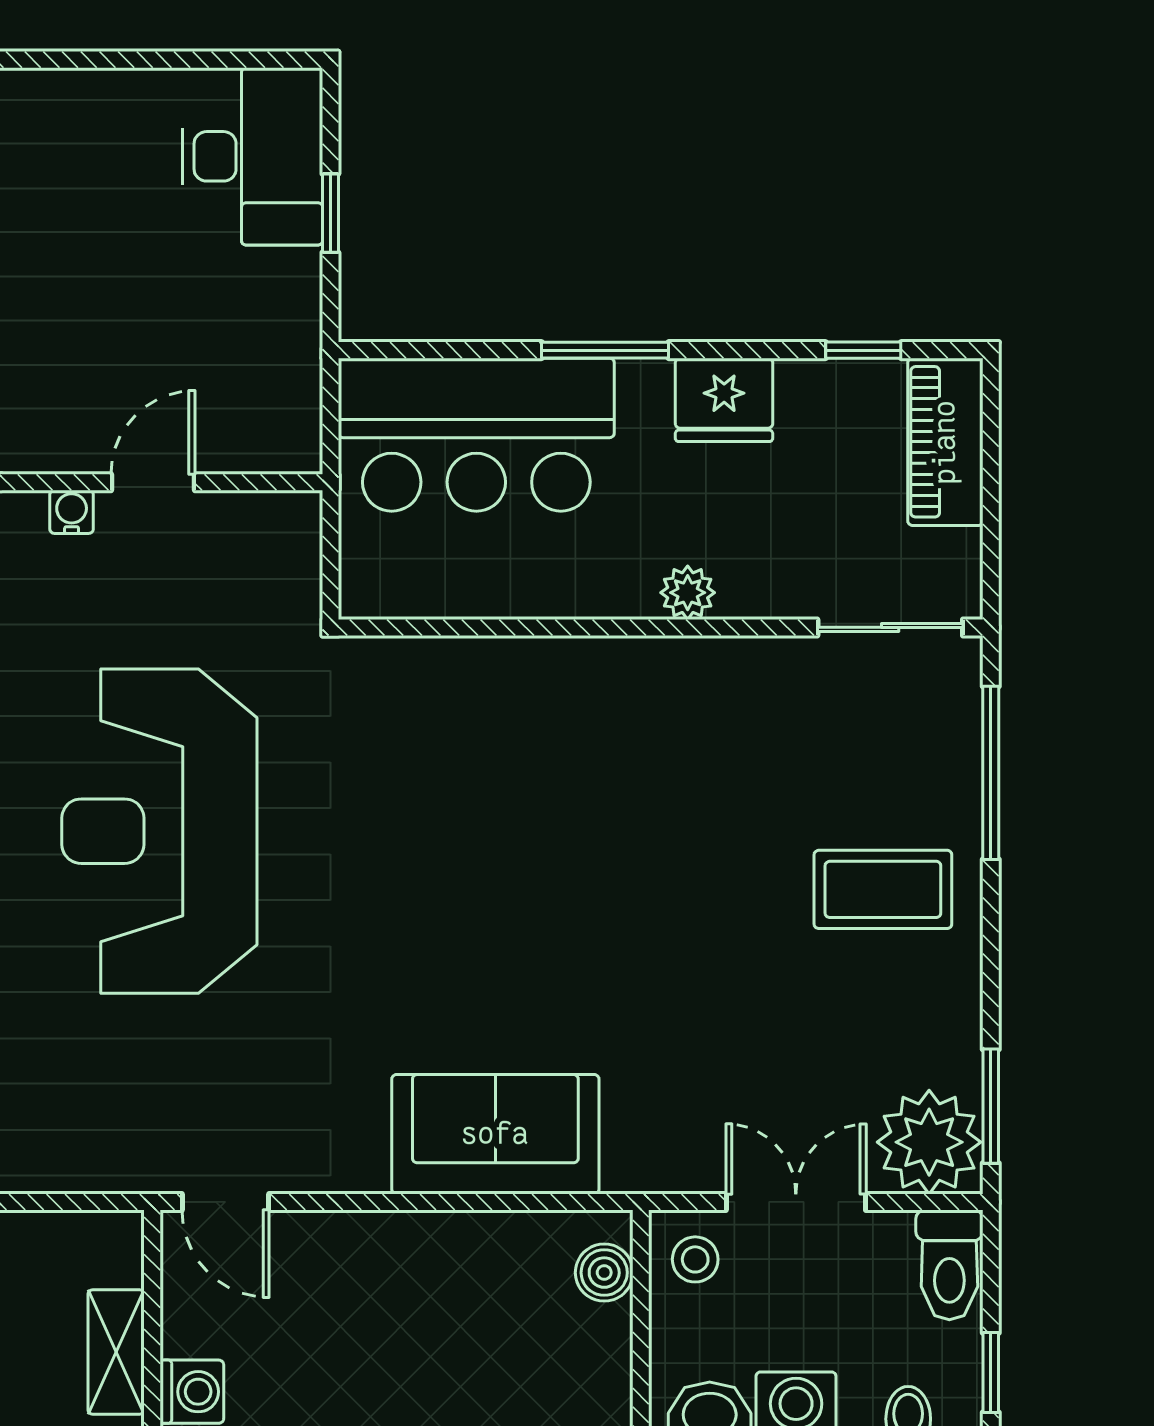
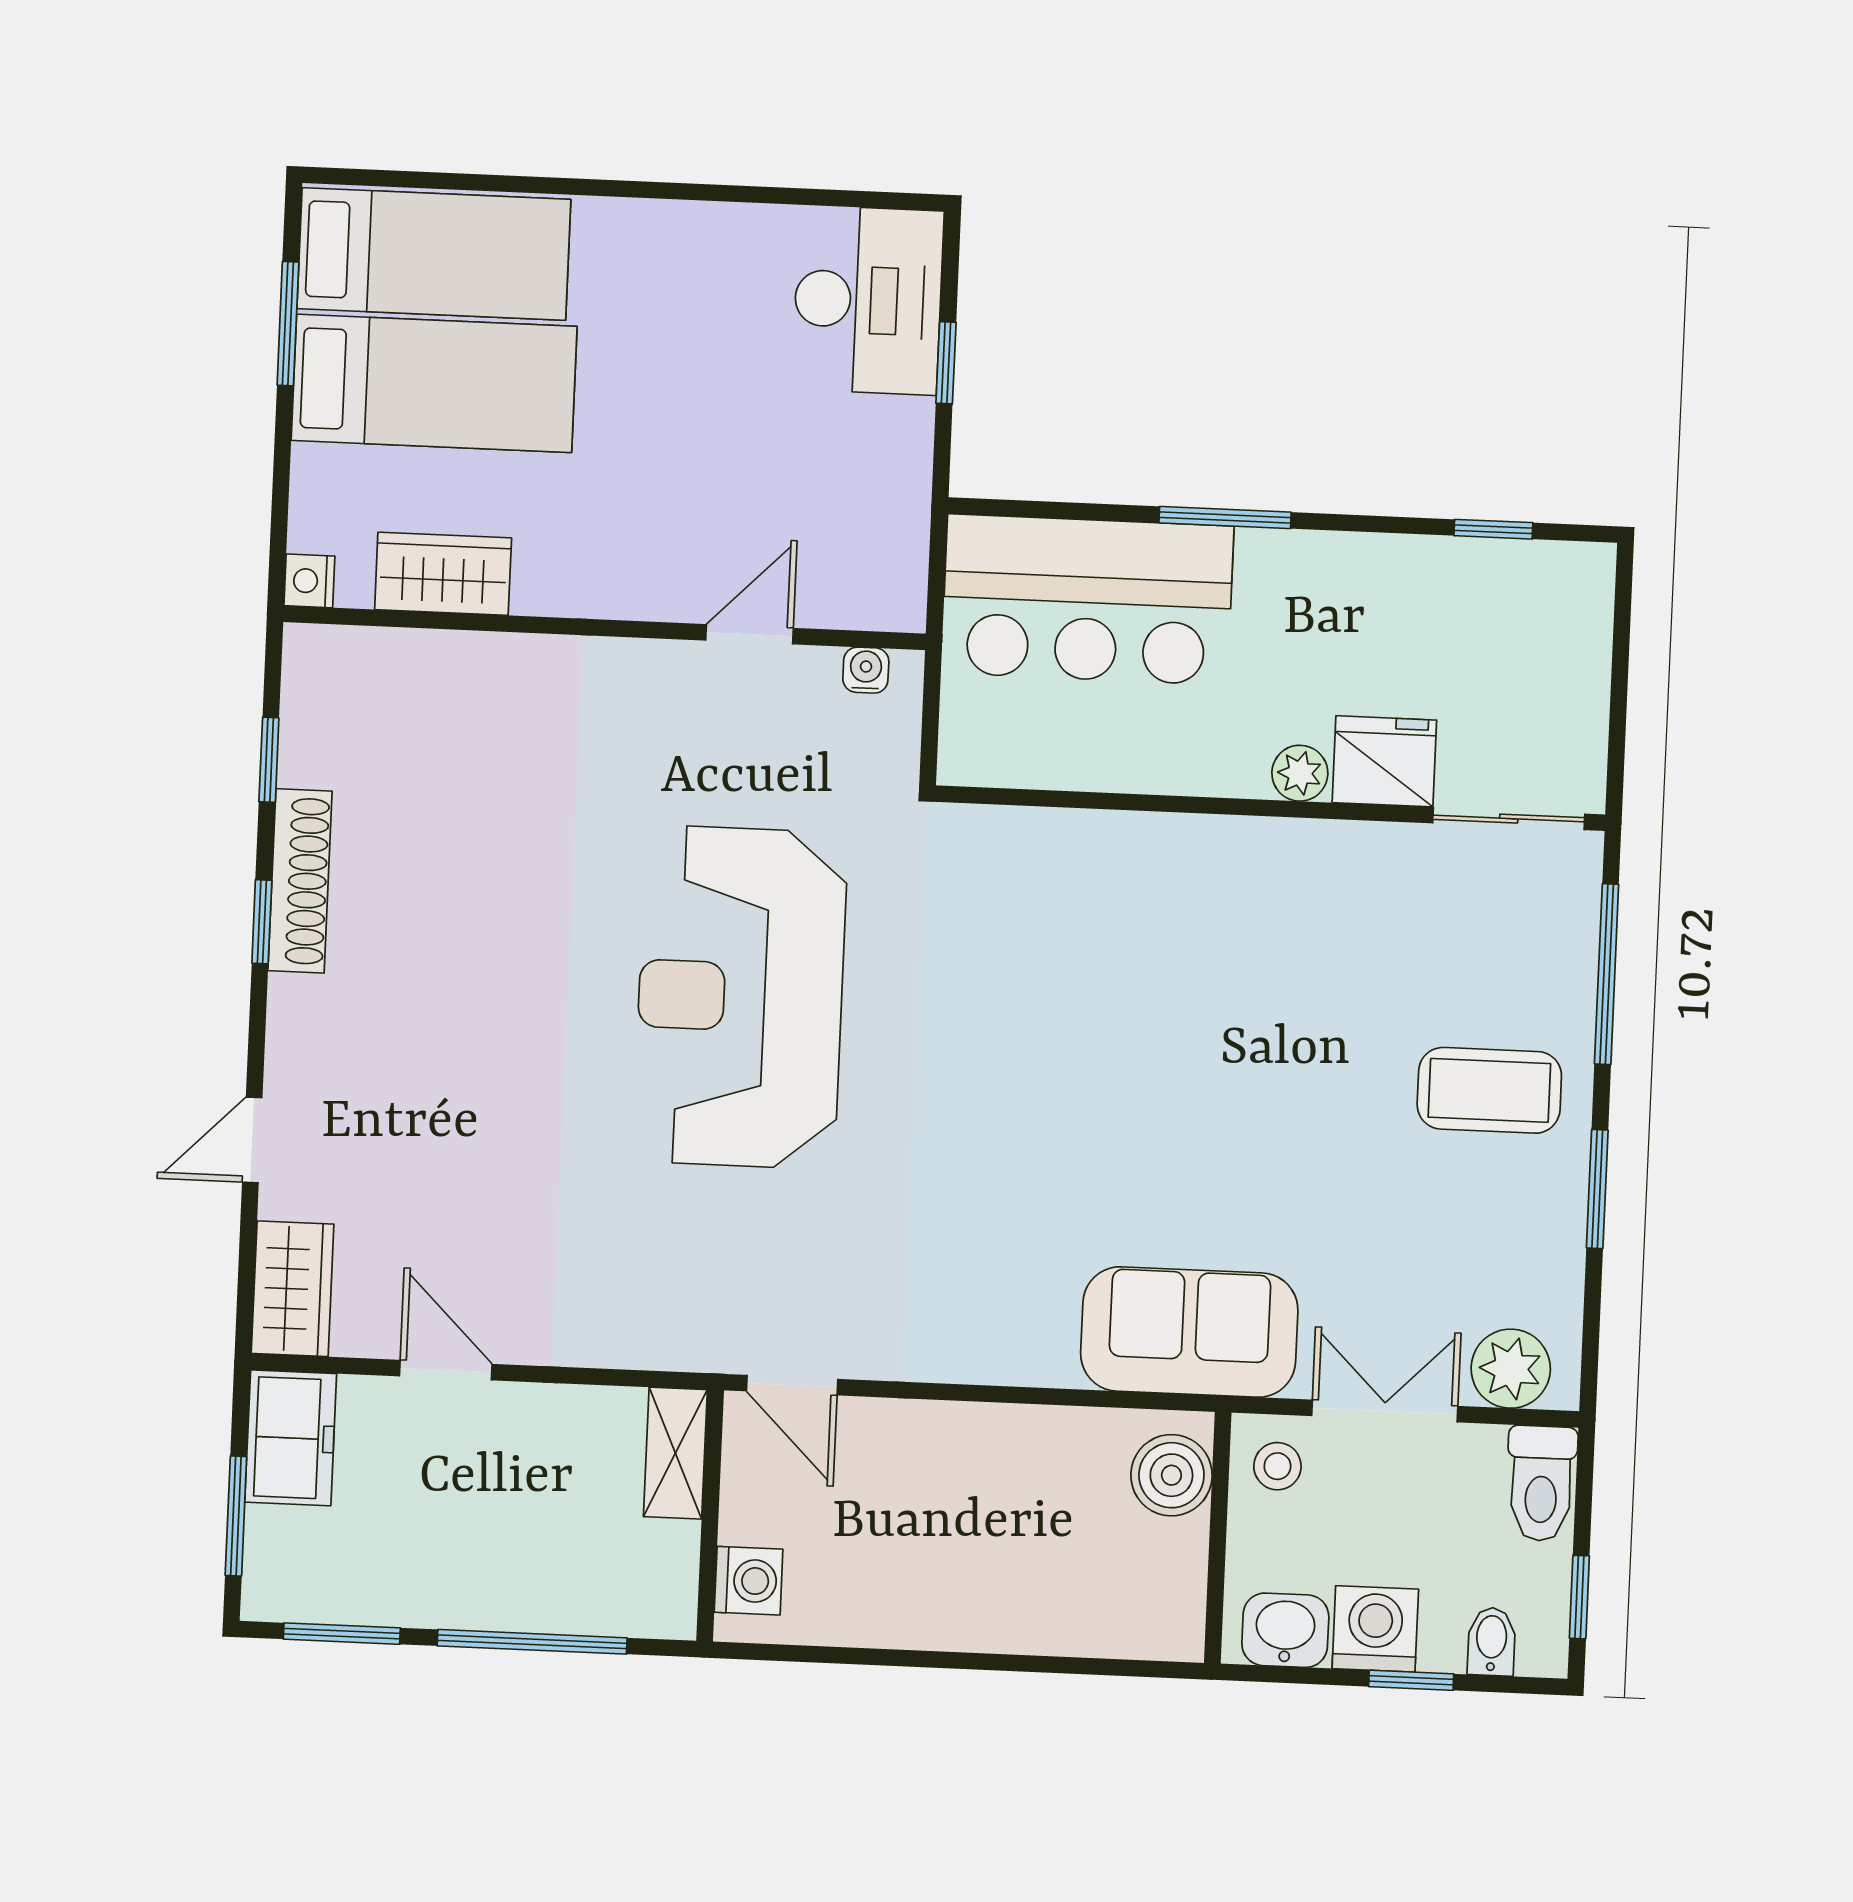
fridge: (724, 400) -> (1384, 761), moved, turned 180
piano: (945, 442) -> (1574, 628), removed
water cooler: (72, 512) -> (866, 670), moved
window: (991, 1106) -> (1597, 1189), moved
sofa: (495, 1134) -> (1189, 1332), moved
plant: (929, 1142) -> (1511, 1369), width x0.73, depth x0.73
boiler: (604, 1273) -> (1171, 1475), width x1.36, depth x1.36
shelving: (116, 1352) -> (675, 1453), moved

